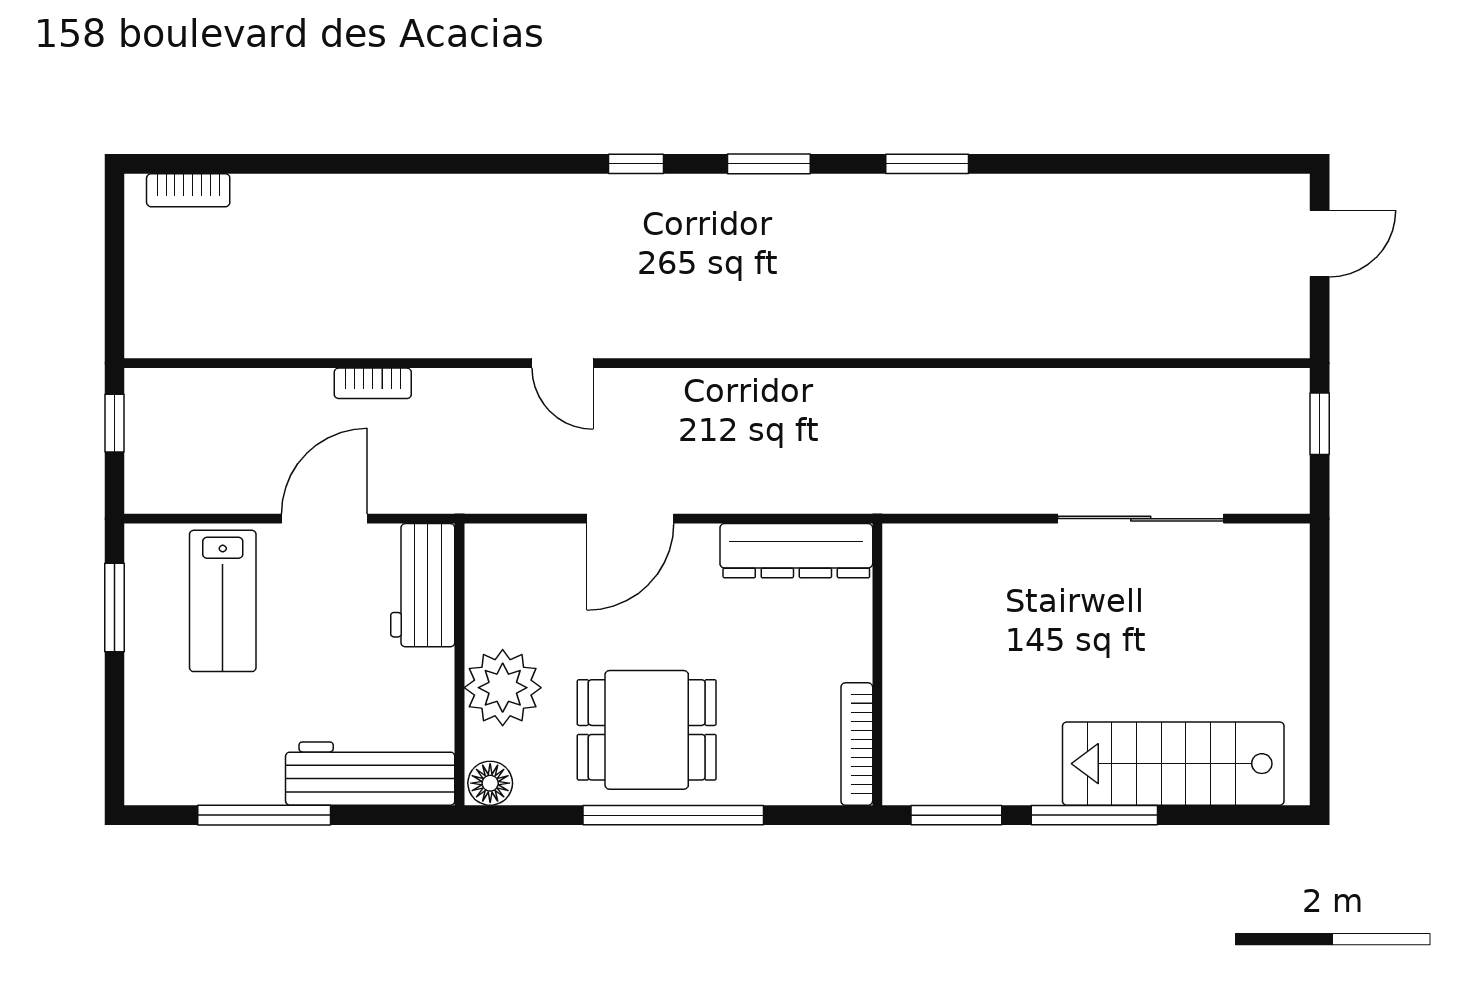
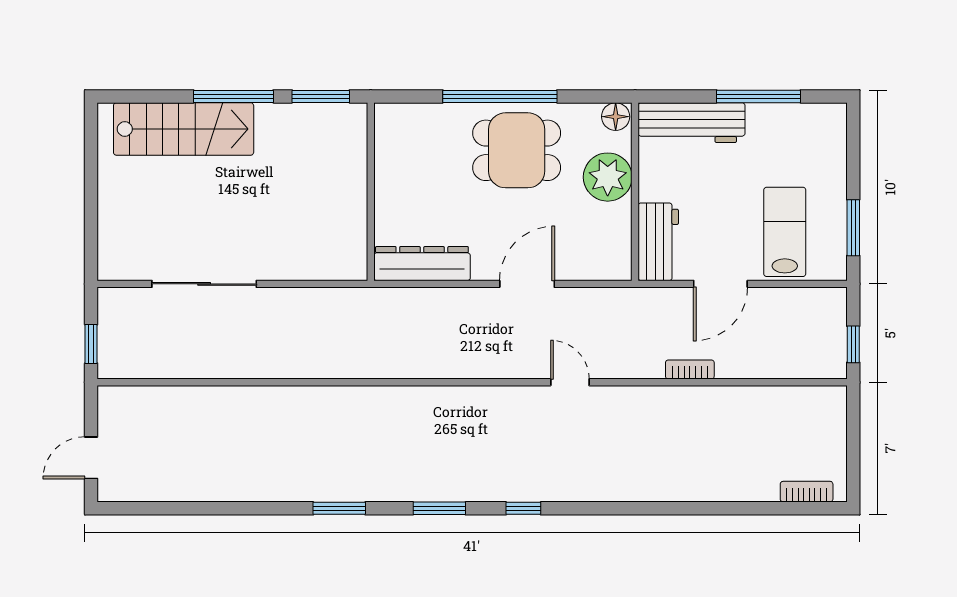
bookcase: (857, 744) -> (384, 141), removed

